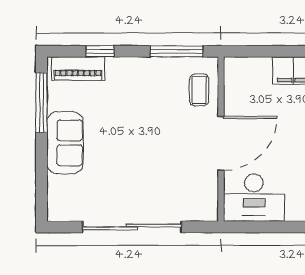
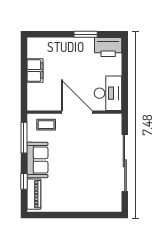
window: (42, 103) -> (53, 215), removed
sofa: (65, 143) -> (37, 160), moved, turned 90

